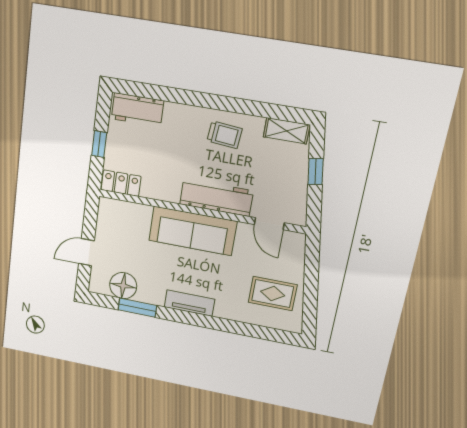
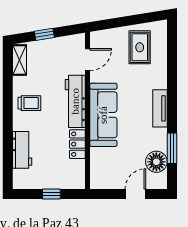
workbench: (137, 110) -> (22, 150), moved
trolley: (225, 135) -> (29, 103), turned 85
locker: (121, 183) -> (77, 144), moved
door: (86, 252) -> (135, 194), swing flipped

